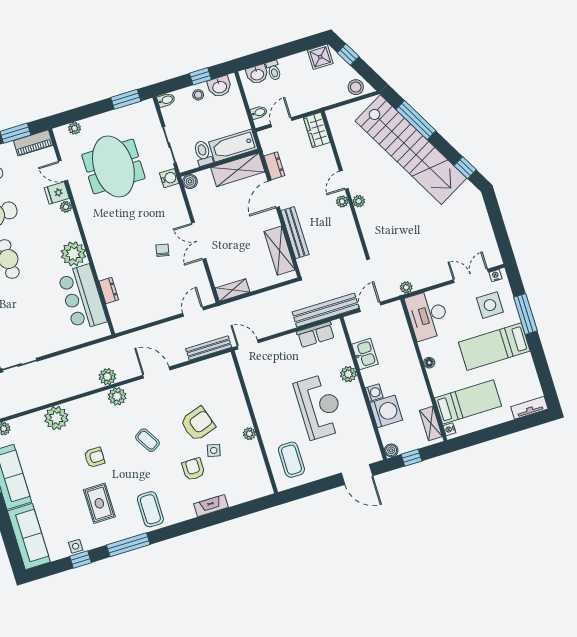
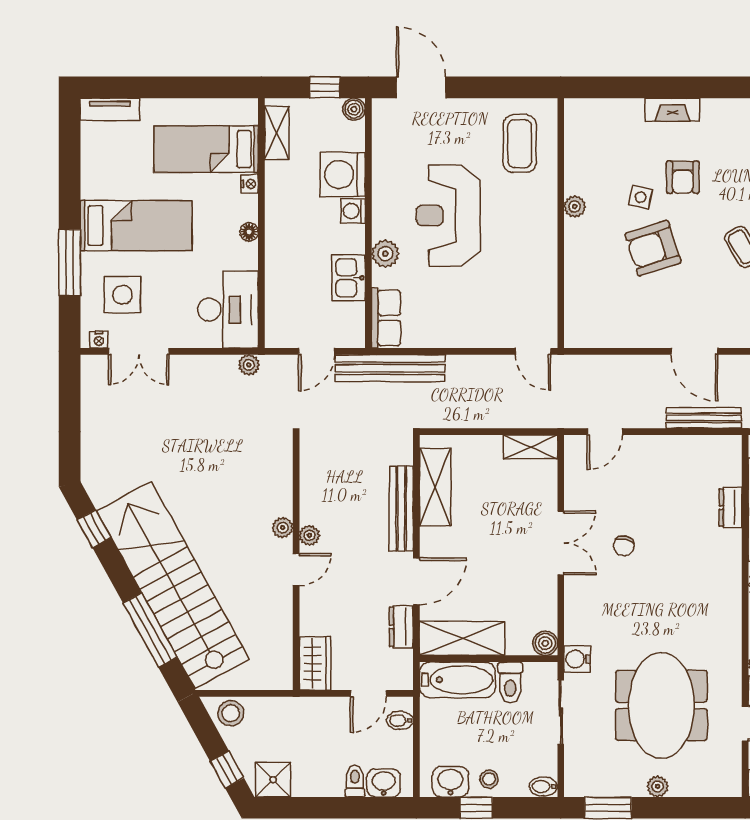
plant: (75, 128) -> (658, 787), moved
row of seats: (316, 335) -> (386, 318), moved, turned 90
bench: (209, 348) -> (704, 418), moved
nightstand: (449, 429) -> (250, 184), moved

